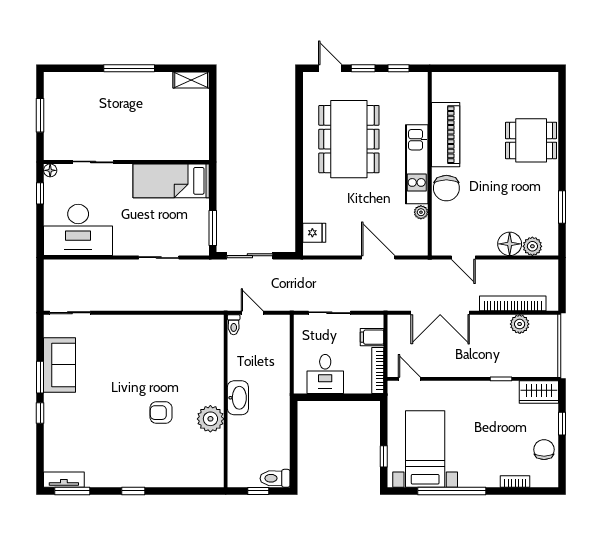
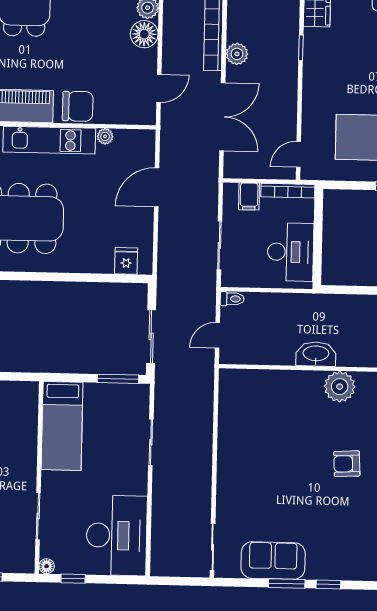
plant: (520, 324) -> (237, 54), moved
toilet: (234, 325) -> (232, 299), moved
desk: (325, 374) -> (291, 252), width x1.37
armchair: (161, 413) -> (347, 464), moved, turned 87

